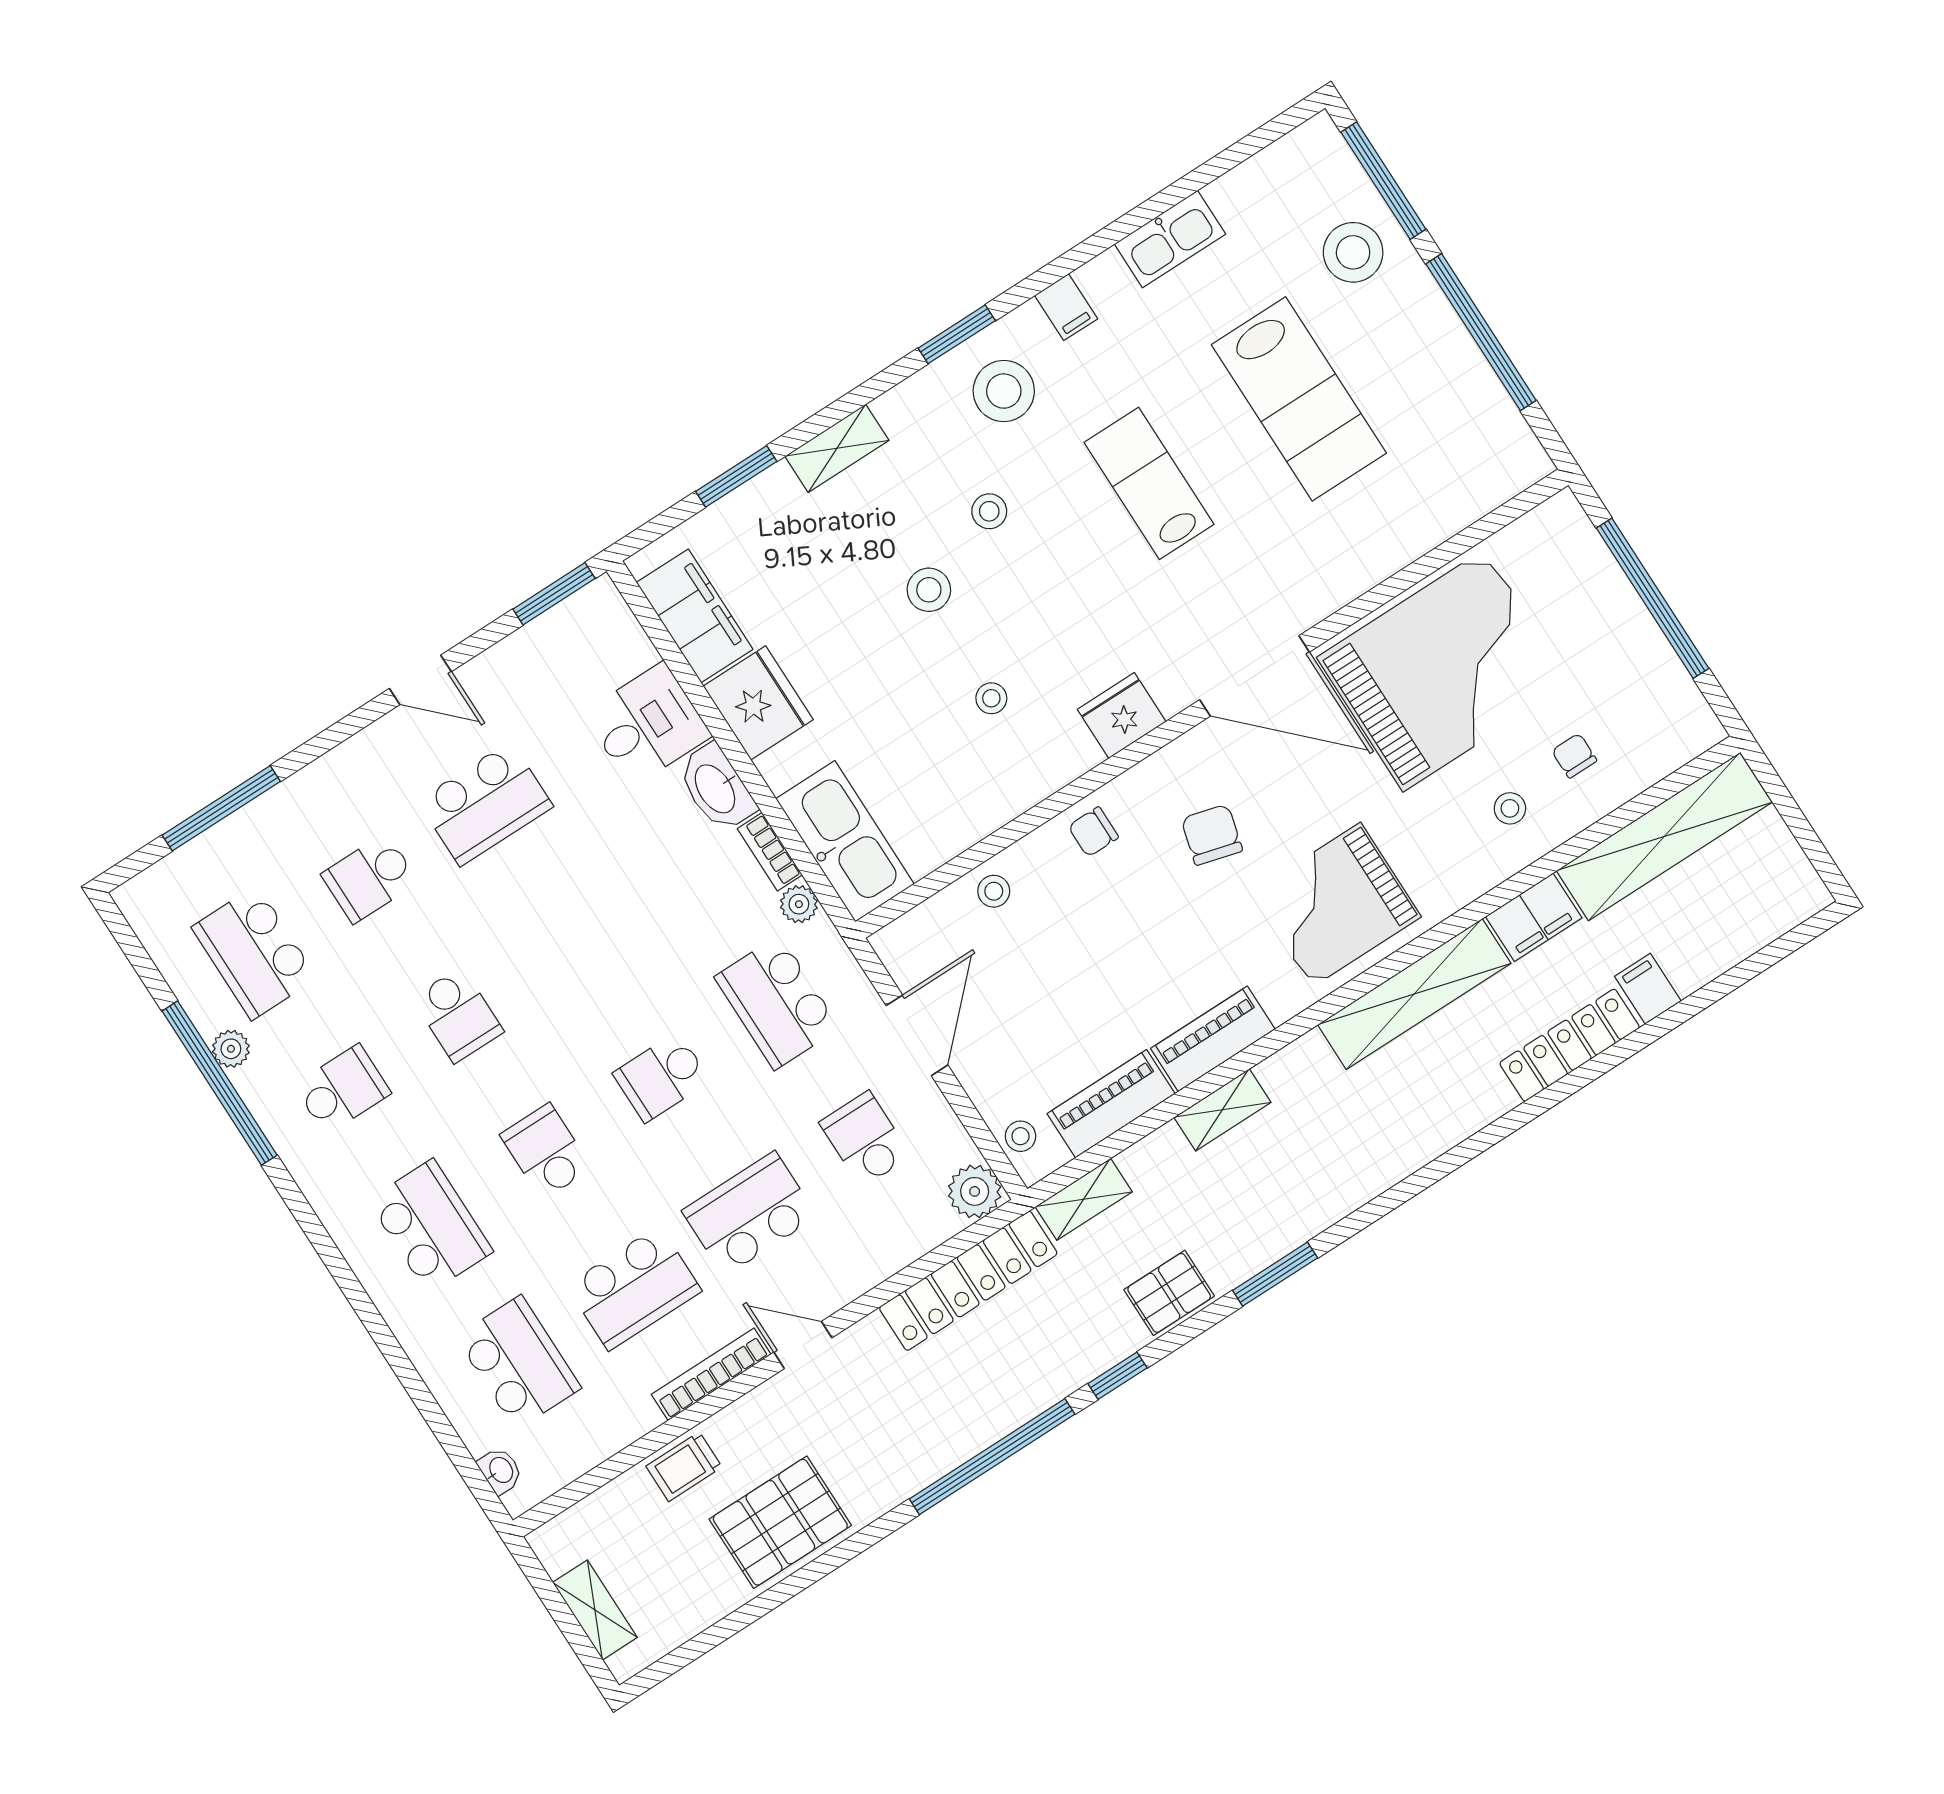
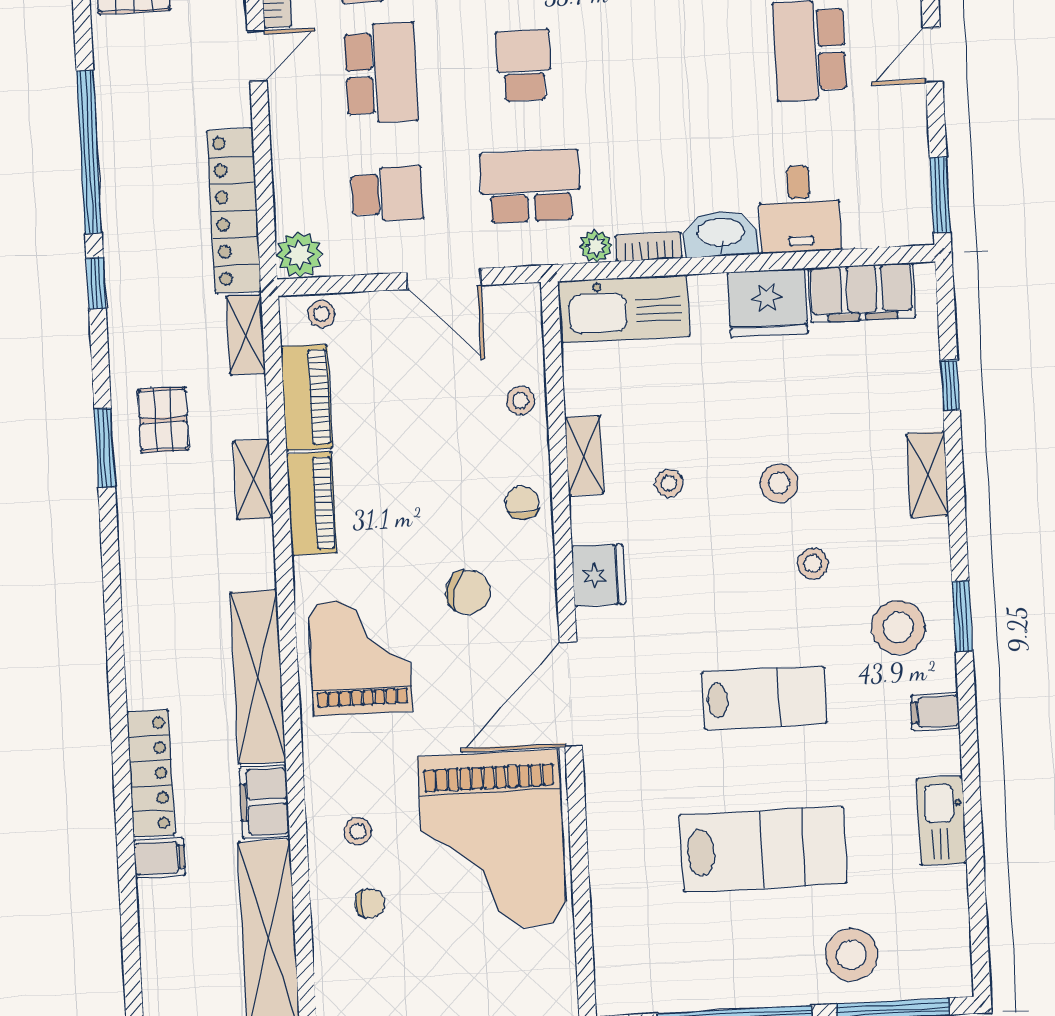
lab bench: (1299, 399) -> (763, 849), turned 180
window: (736, 476) -> (950, 385), width x0.67
shelving: (1012, 797) -> (584, 456), added
pallet: (1169, 1293) -> (163, 420), moved

